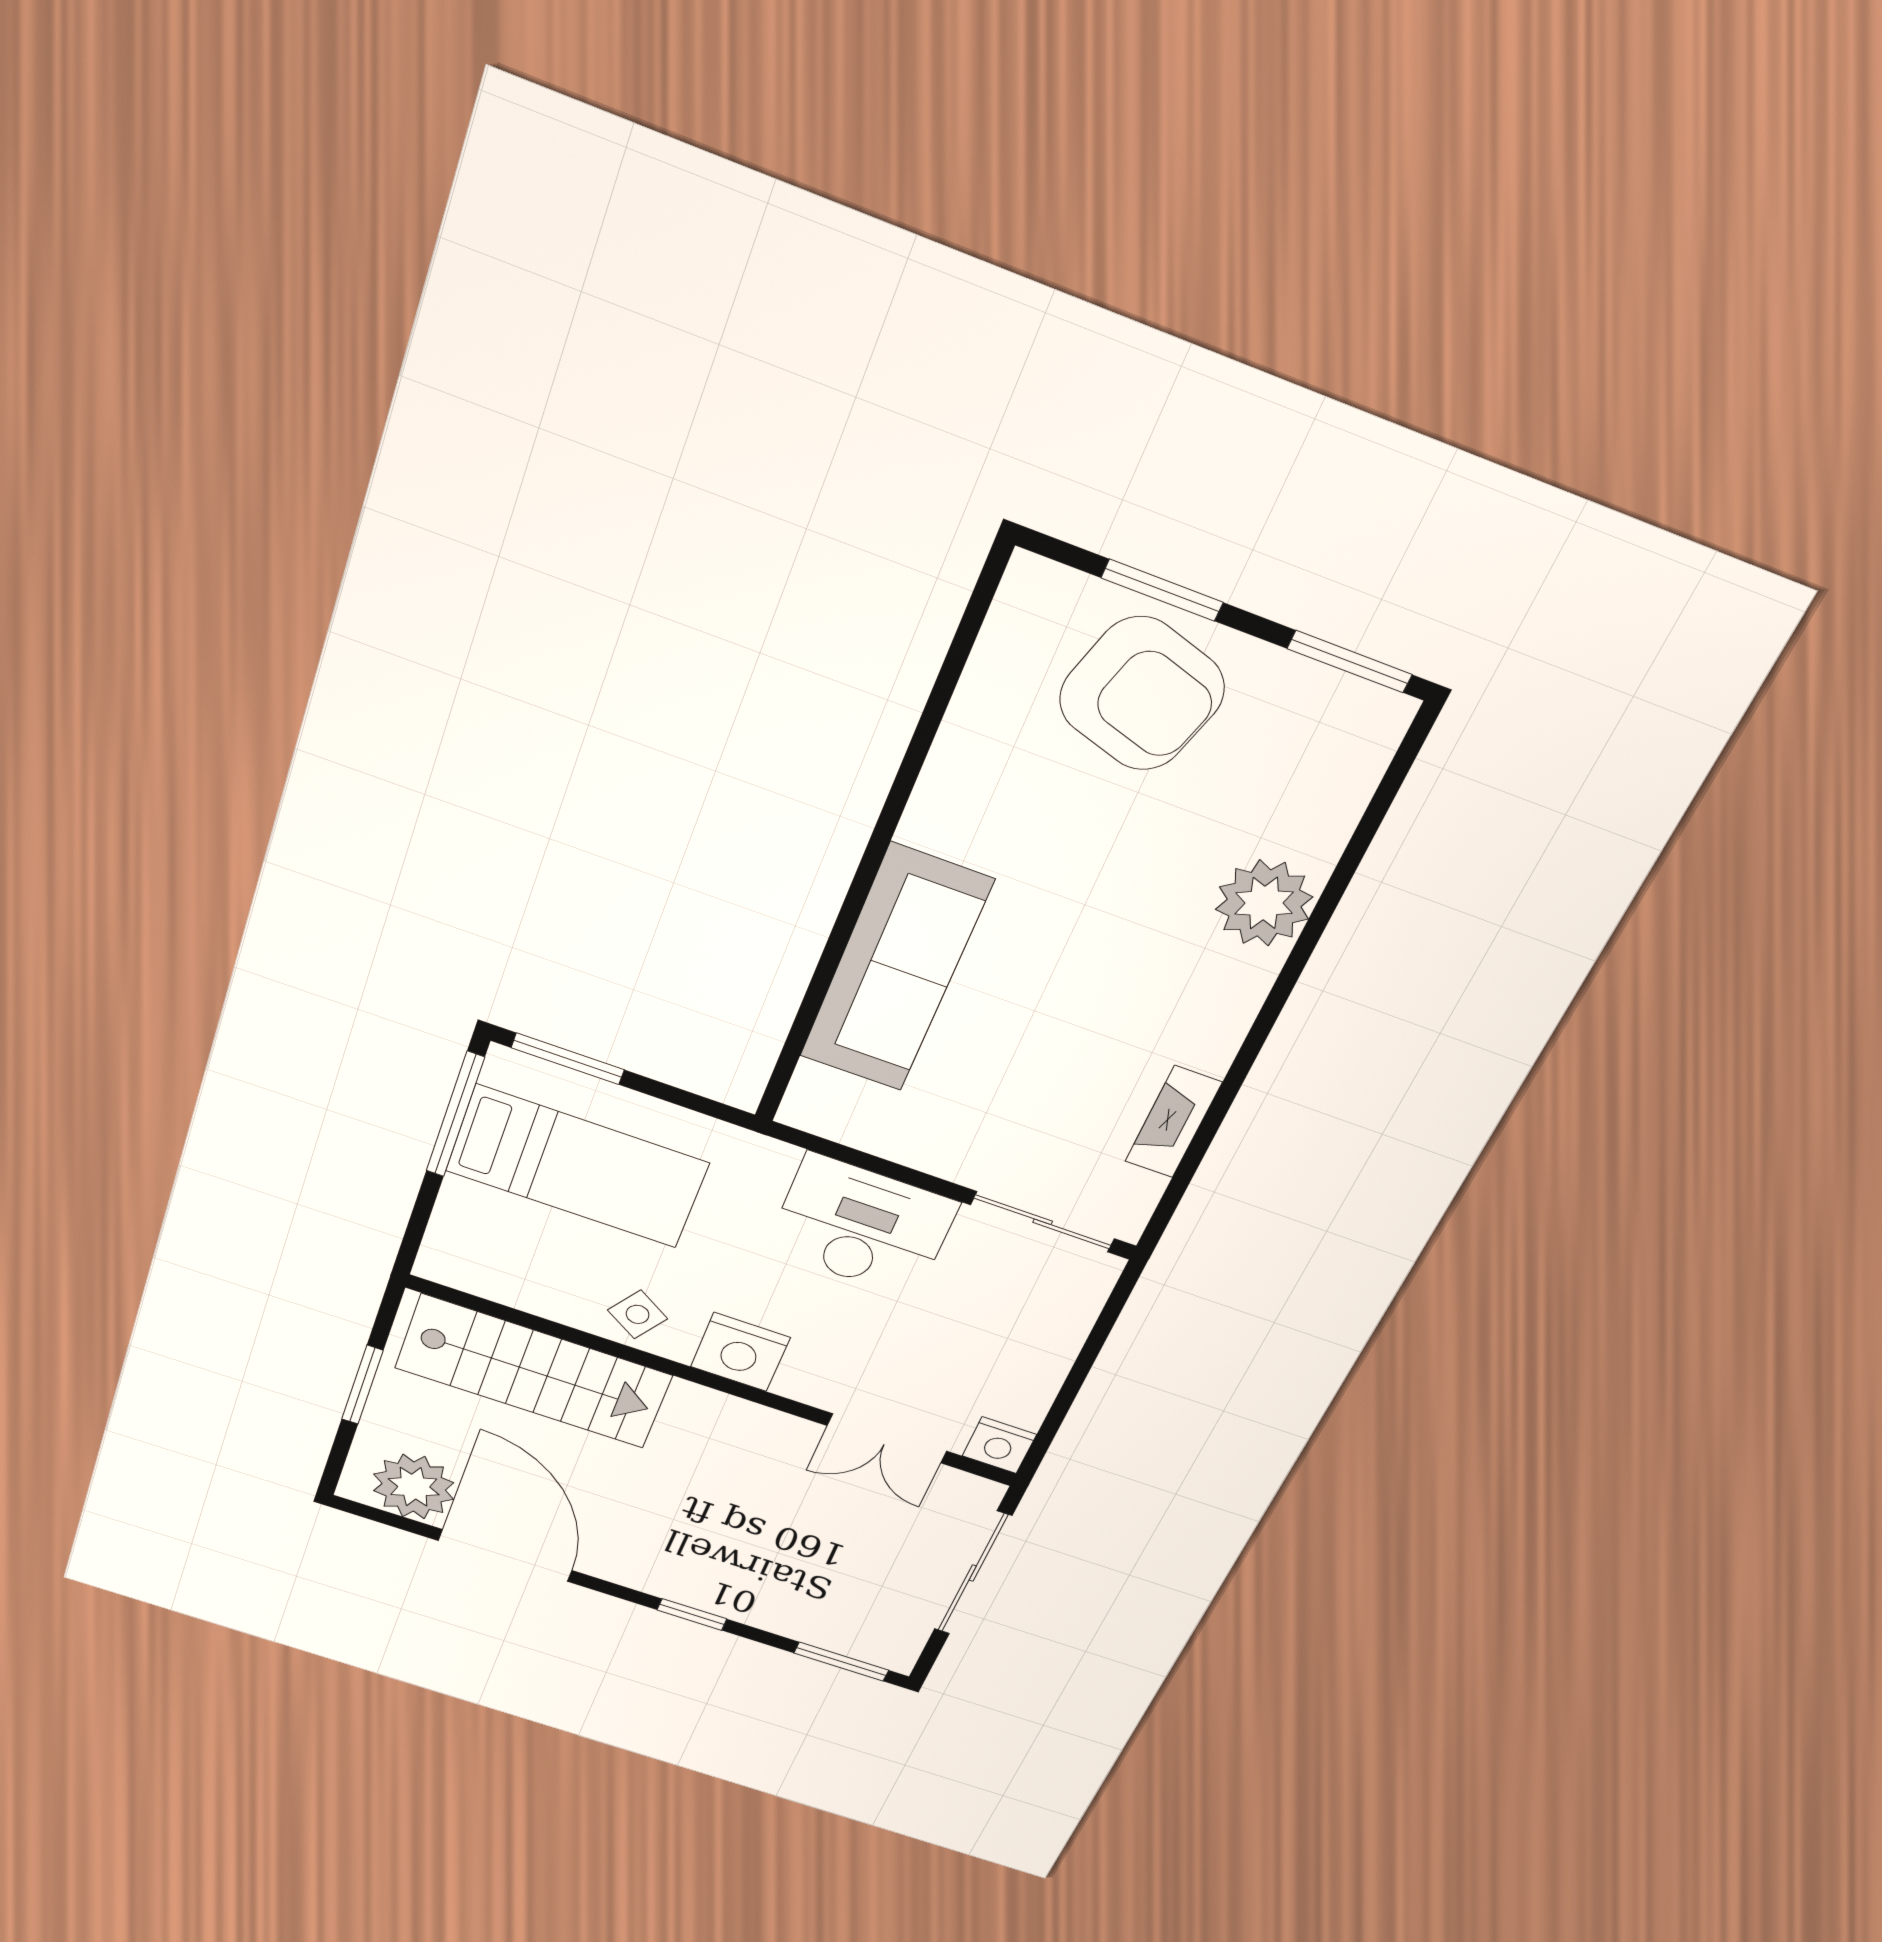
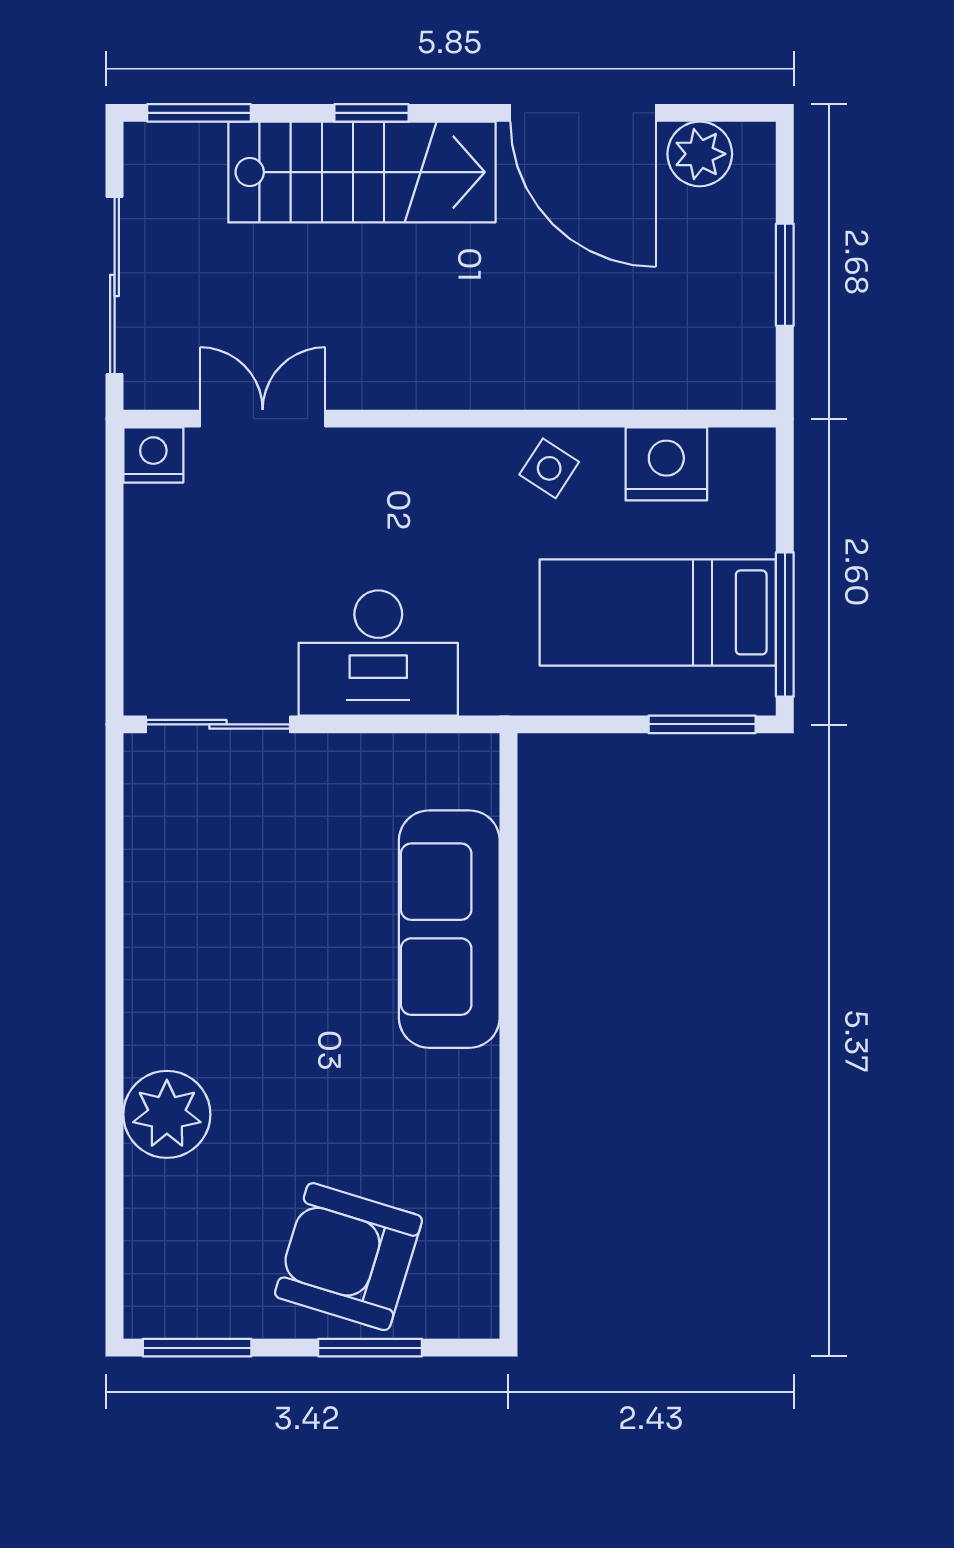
fireplace: (1173, 1122) -> (148, 875), removed
nightstand: (740, 1352) -> (666, 464), moved
stairs: (534, 1372) -> (362, 172), moved, turned 180
plant: (414, 1487) -> (700, 154), width x0.73, depth x0.73

